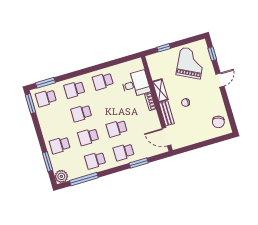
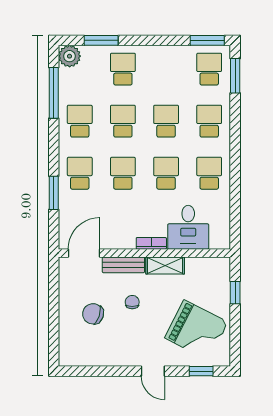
school desk: (110, 105) -> (166, 173), added
chair: (218, 122) -> (93, 314), moved

